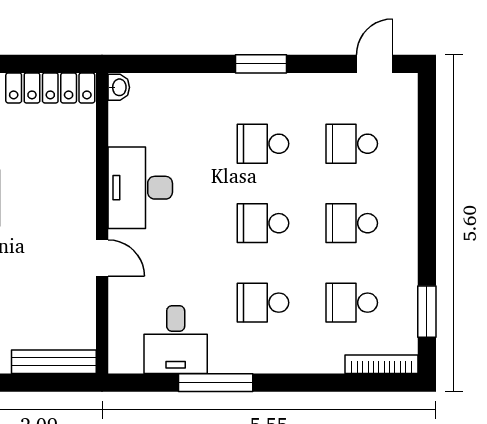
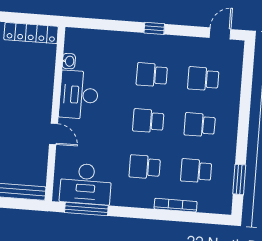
window: (261, 64) -> (154, 28), width x0.67
washbasin: (119, 87) -> (69, 61), moved
desk: (176, 340) -> (86, 184), width x1.37
bookcase: (381, 364) -> (176, 205), moved
window: (216, 383) -> (86, 209), moved

